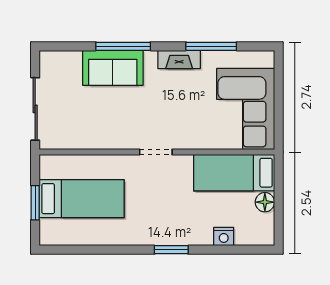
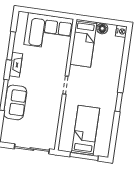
window: (35, 203) -> (84, 156), width x1.44
nightstand: (224, 236) -> (121, 31), moved
window: (171, 250) -> (119, 102), moved

